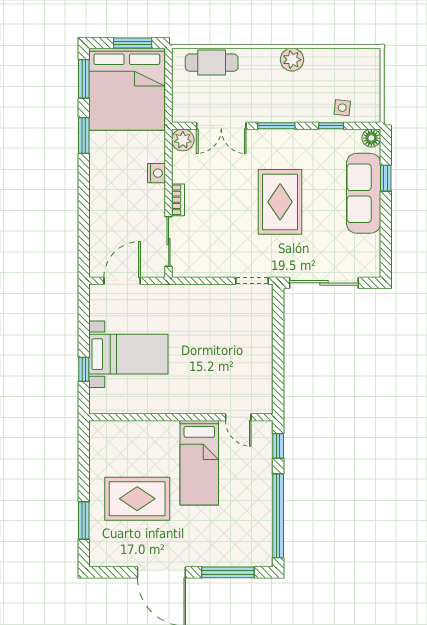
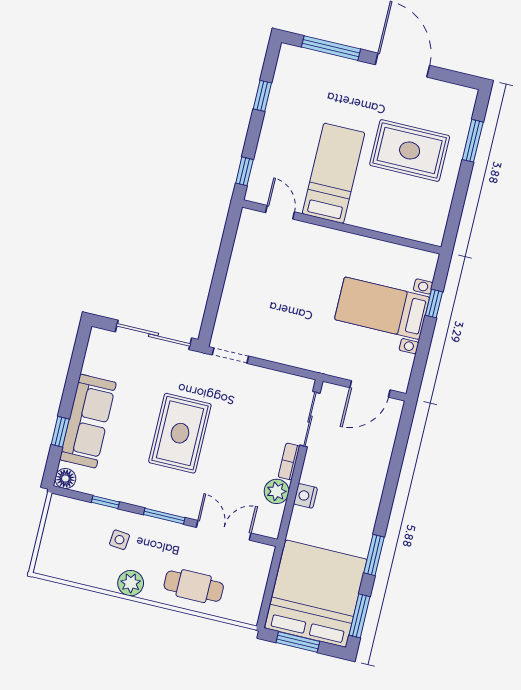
cafe table: (212, 63) -> (194, 586), moved
side table: (342, 108) -> (119, 540), moved
plant: (183, 140) -> (277, 491), moved
window: (278, 516) -> (262, 96), width x0.32

